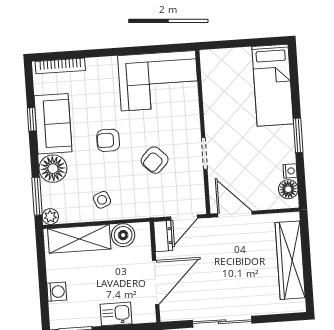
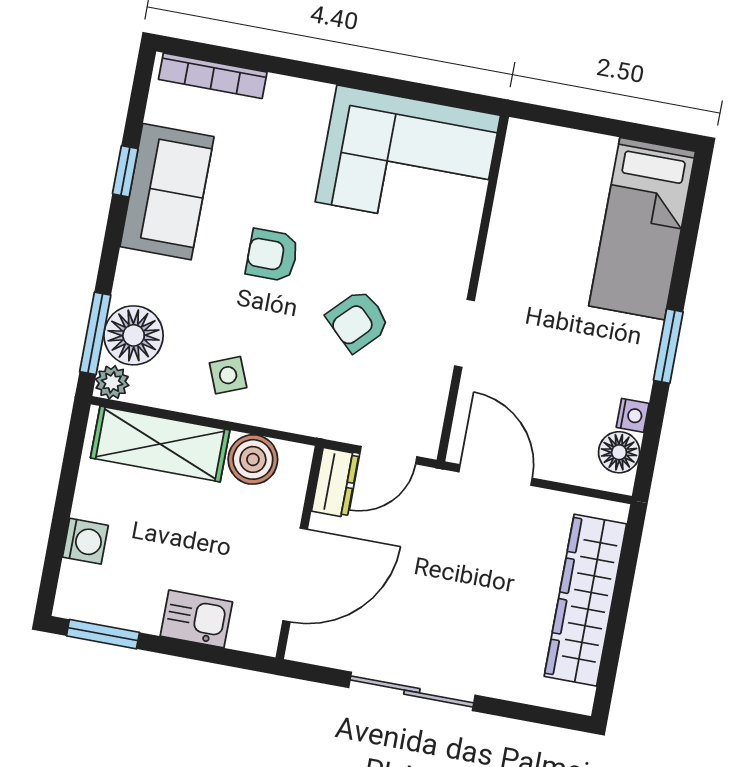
floor lamp: (53, 169) -> (134, 335), moved

